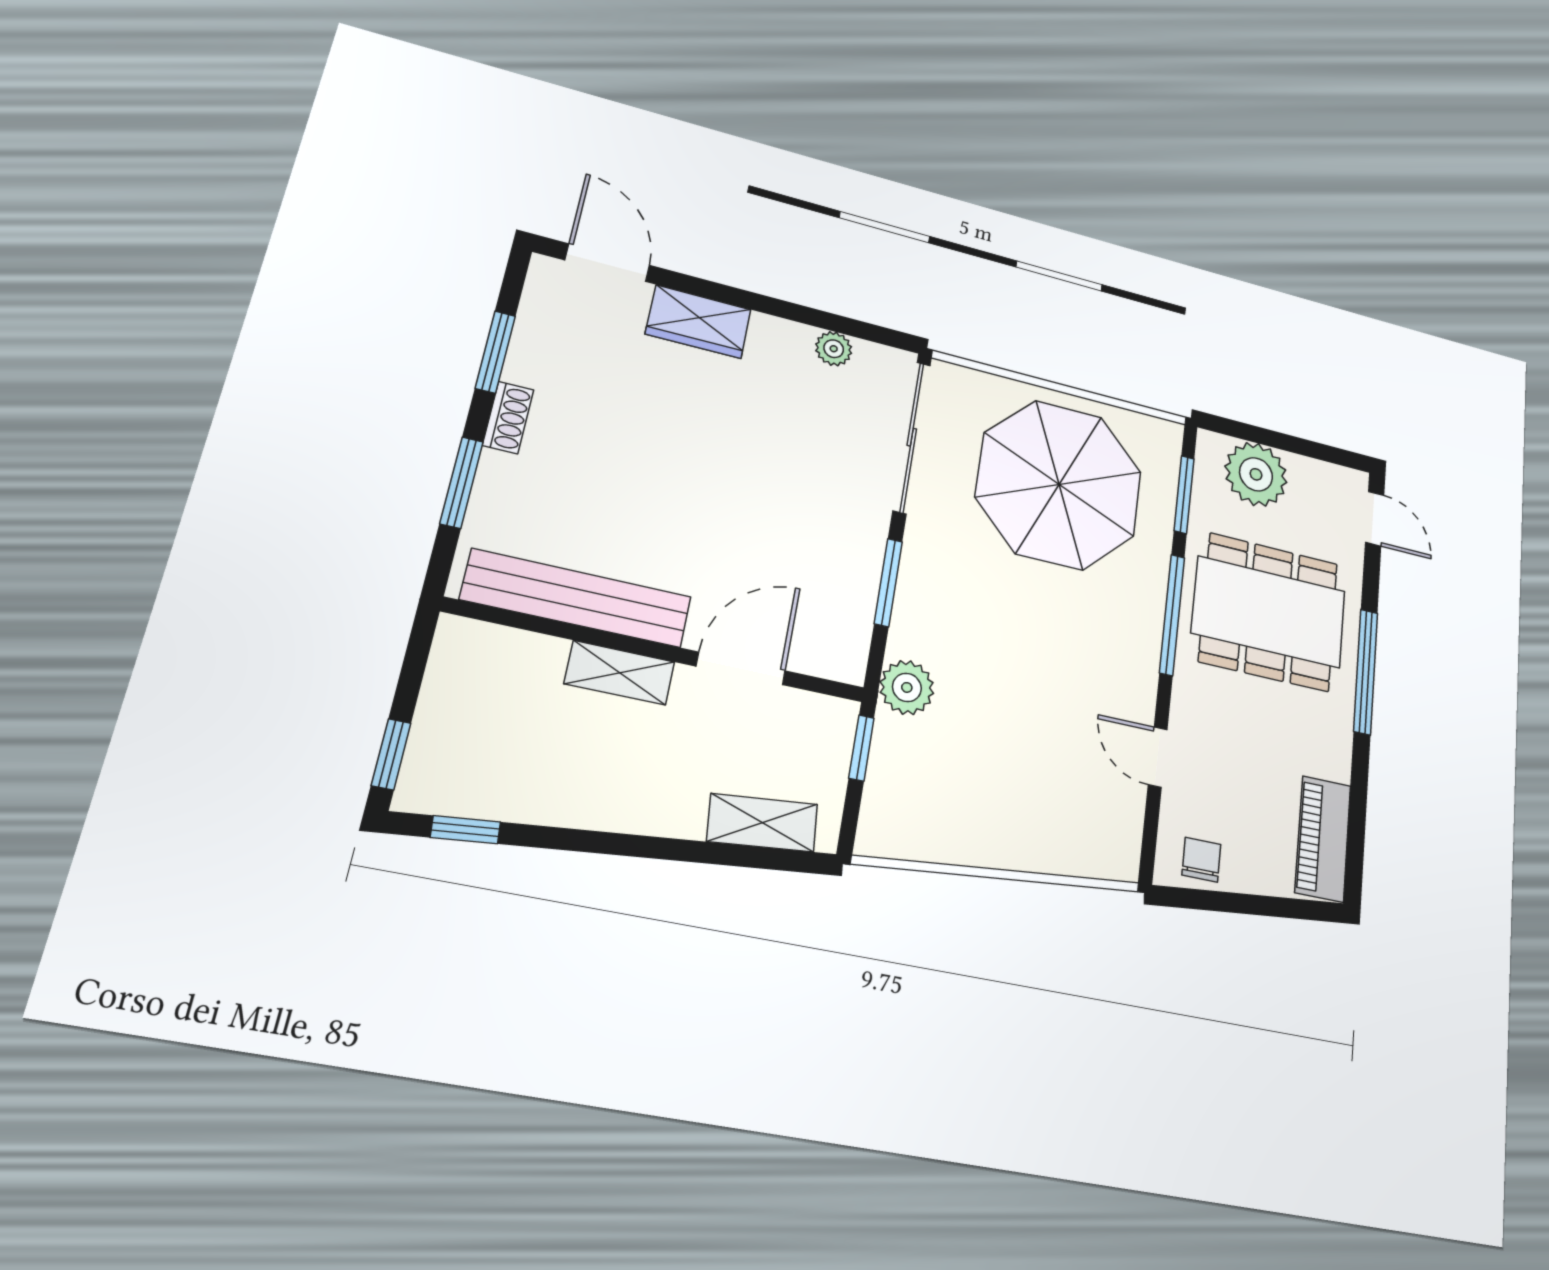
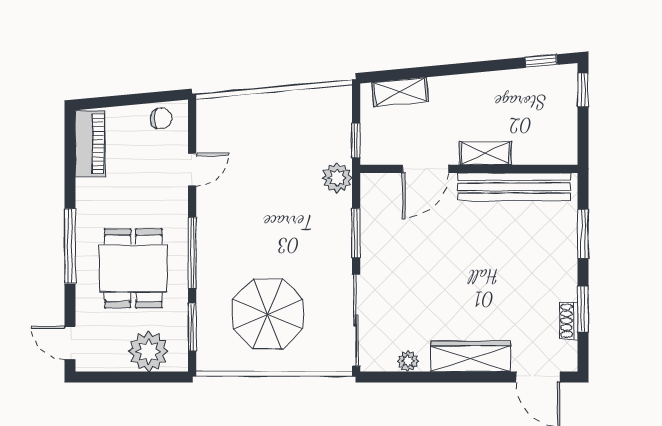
wardrobe: (698, 322) -> (470, 356), width x1.50
shoe rack: (508, 418) -> (569, 321), moved
parasol: (1059, 484) -> (268, 314), width x0.73, depth x0.73
dining table: (1269, 612) -> (133, 268), width x0.73
door: (1158, 757) -> (192, 170), hinge flipped
chair: (1201, 860) -> (161, 118), turned -90

